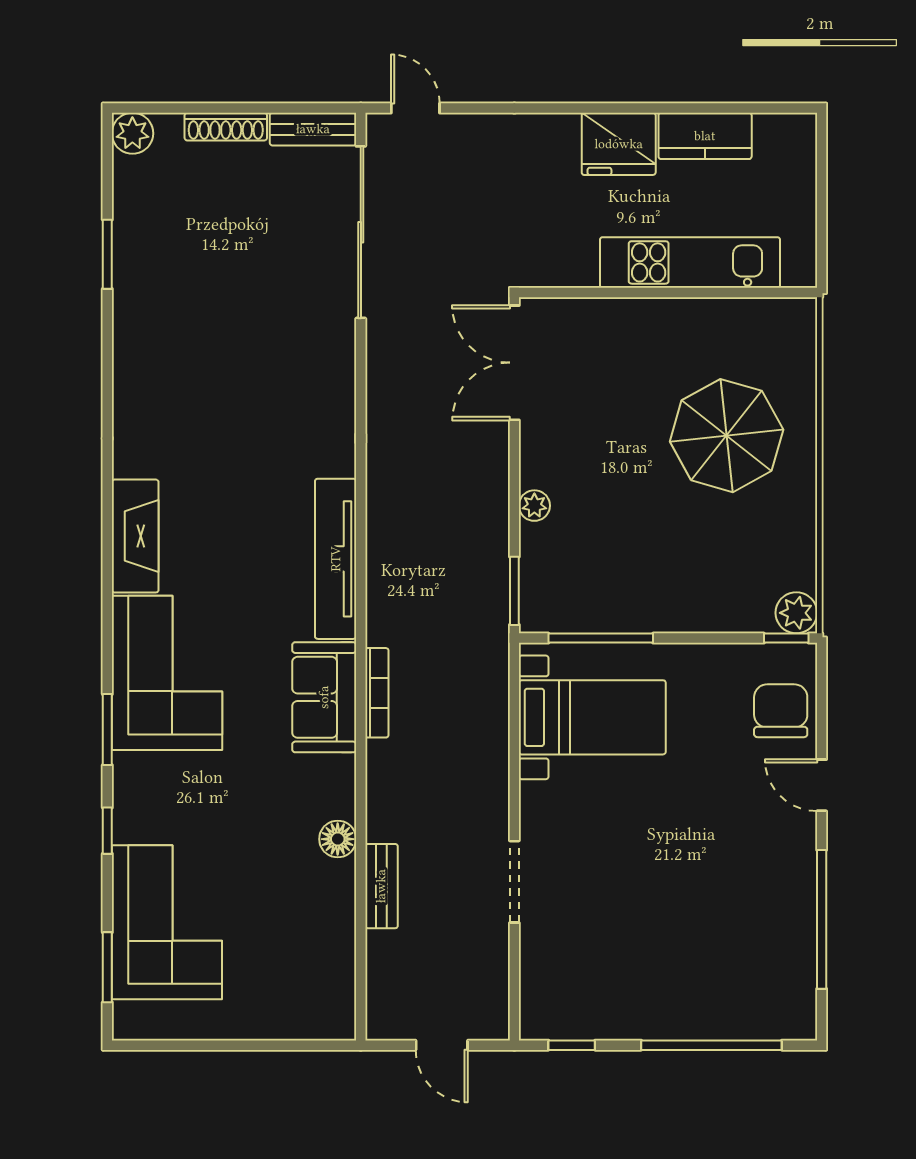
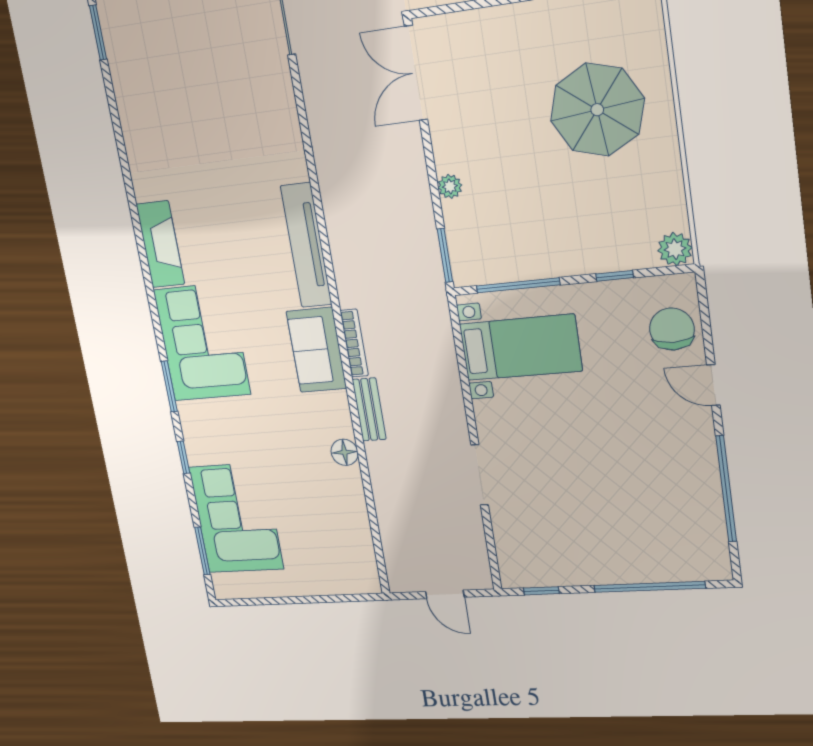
window: (786, 638) -> (615, 276), moved
bench: (381, 886) -> (369, 409), moved

